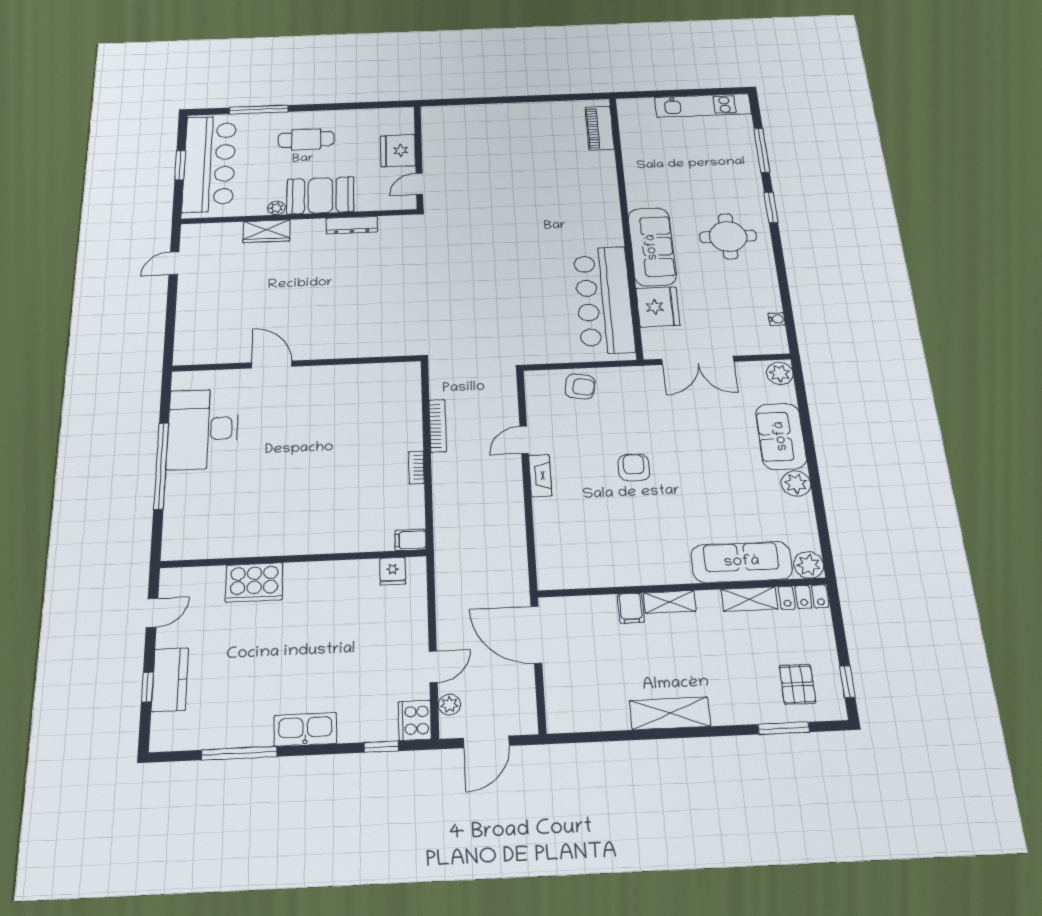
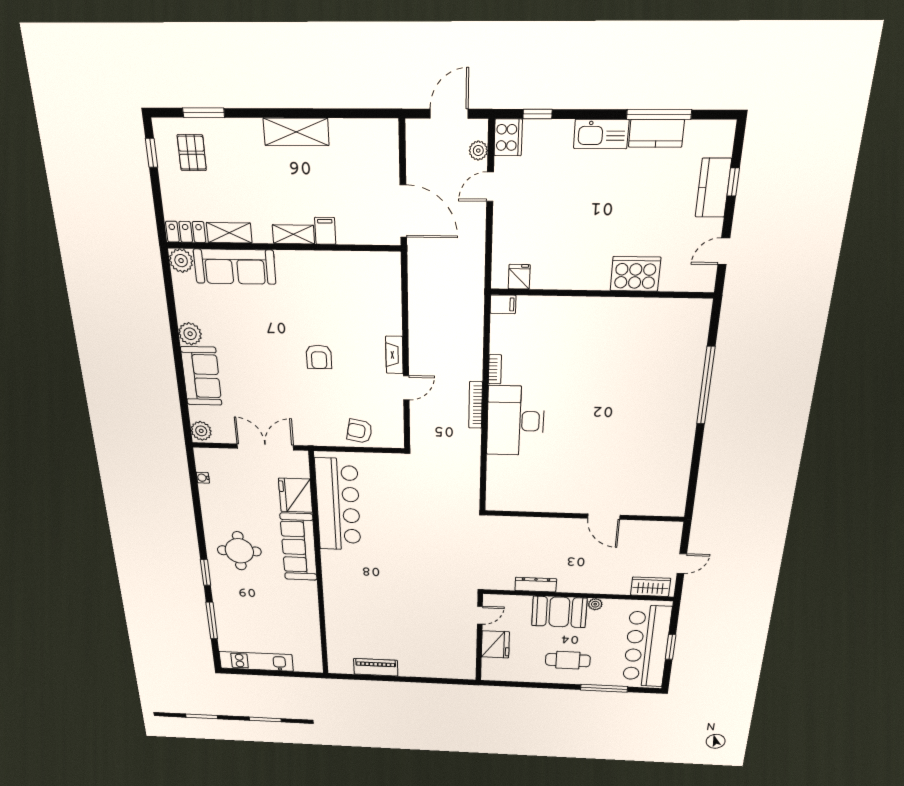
piano: (600, 128) -> (376, 667), moved, turned -90
wardrobe: (266, 231) -> (651, 587), moved
wall: (297, 363) -> (584, 516), moved
door: (272, 364) -> (604, 517), moved
desk: (203, 429) -> (515, 421), moved, turned 180
kitchen counter: (241, 733) -> (656, 133), added

